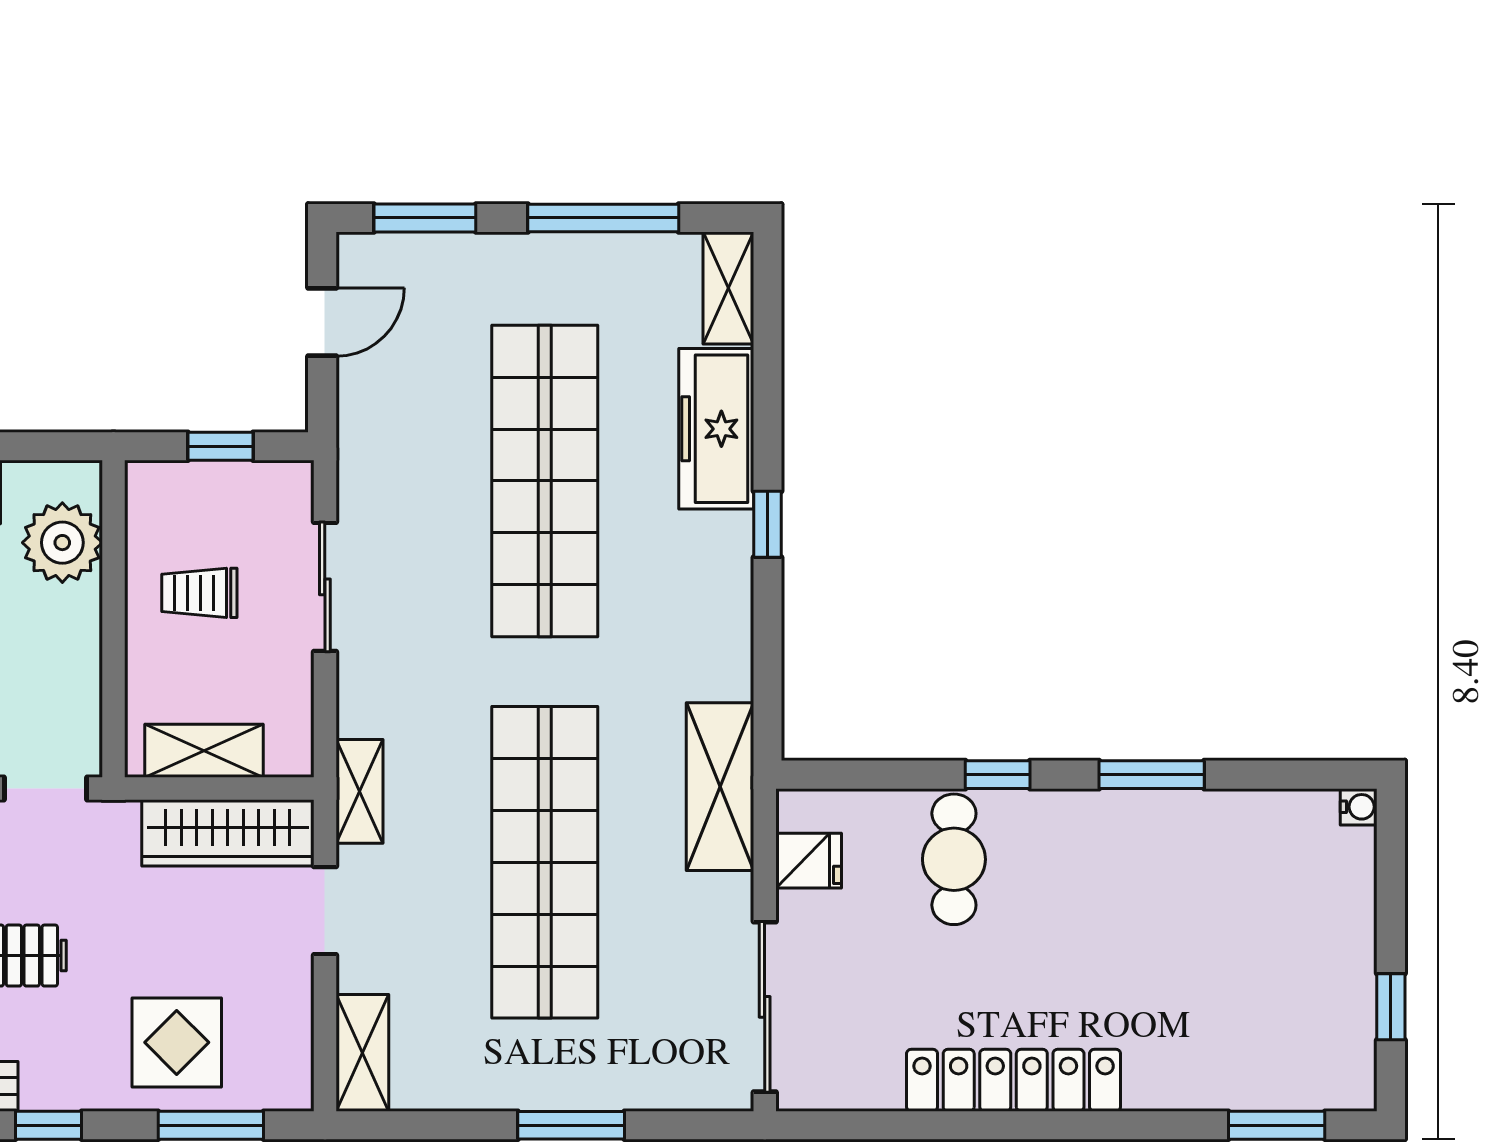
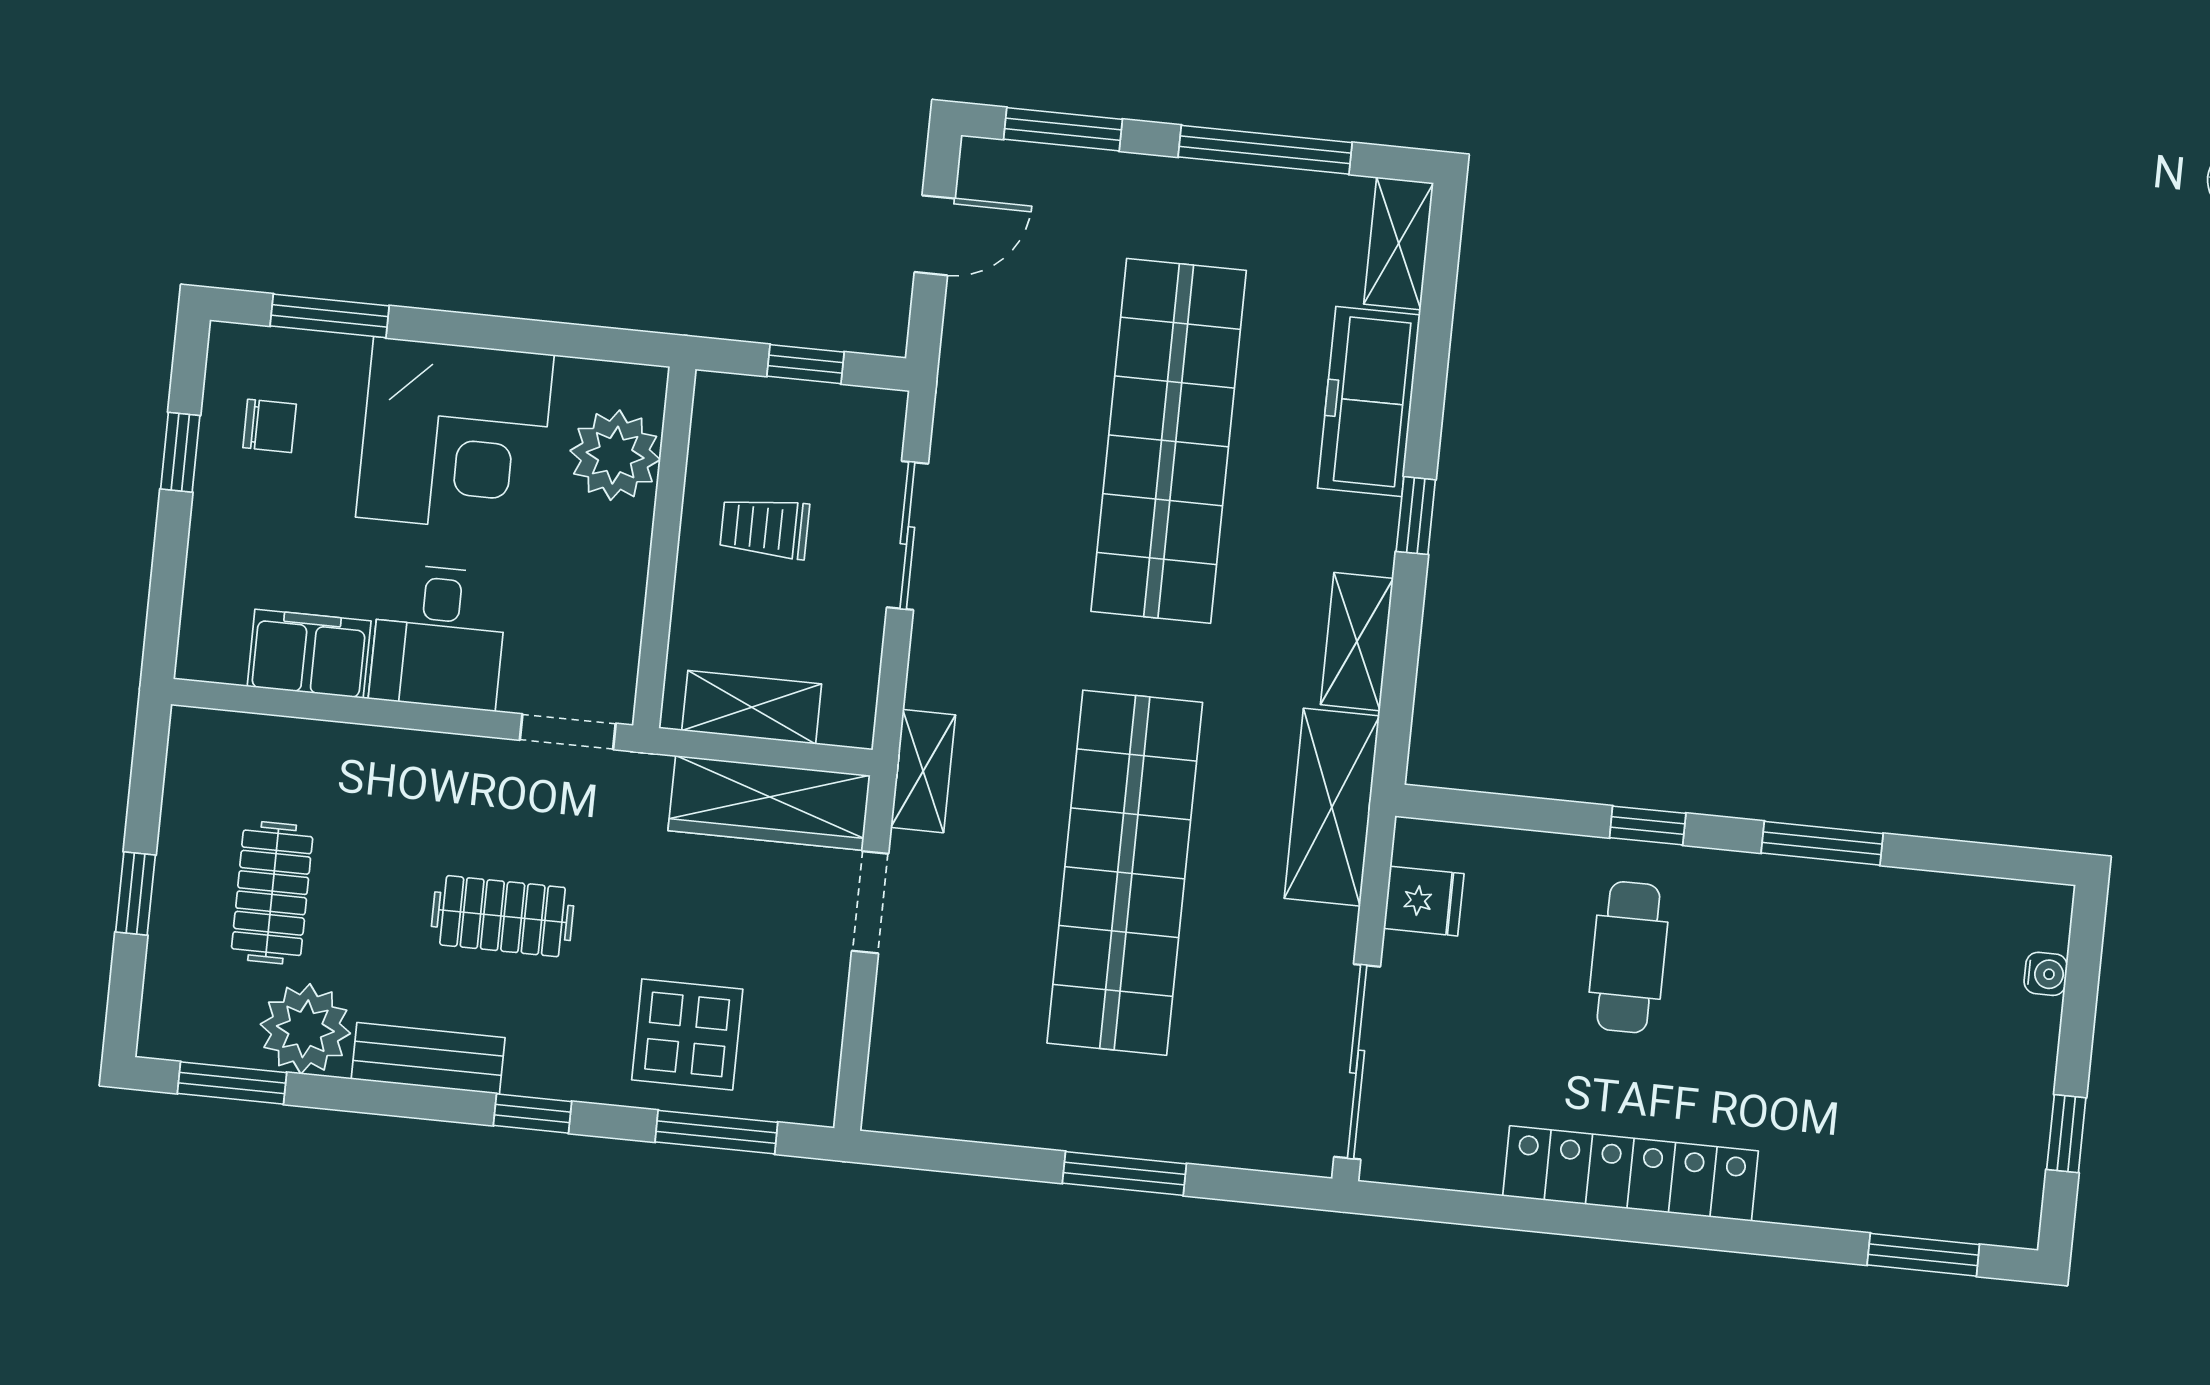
water cooler: (1359, 807) -> (2046, 974), moved
cafe table: (954, 859) -> (1628, 957), moved
shelving: (362, 1053) -> (1357, 642), moved

